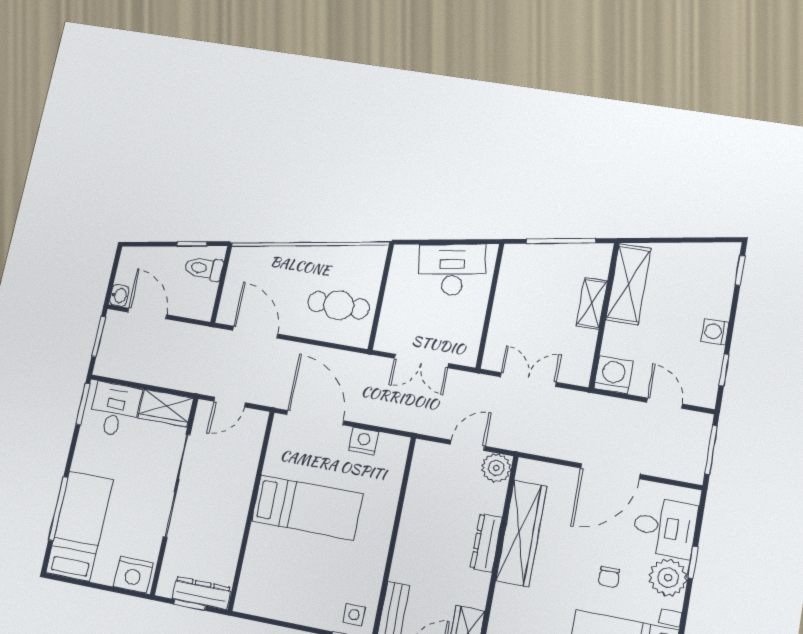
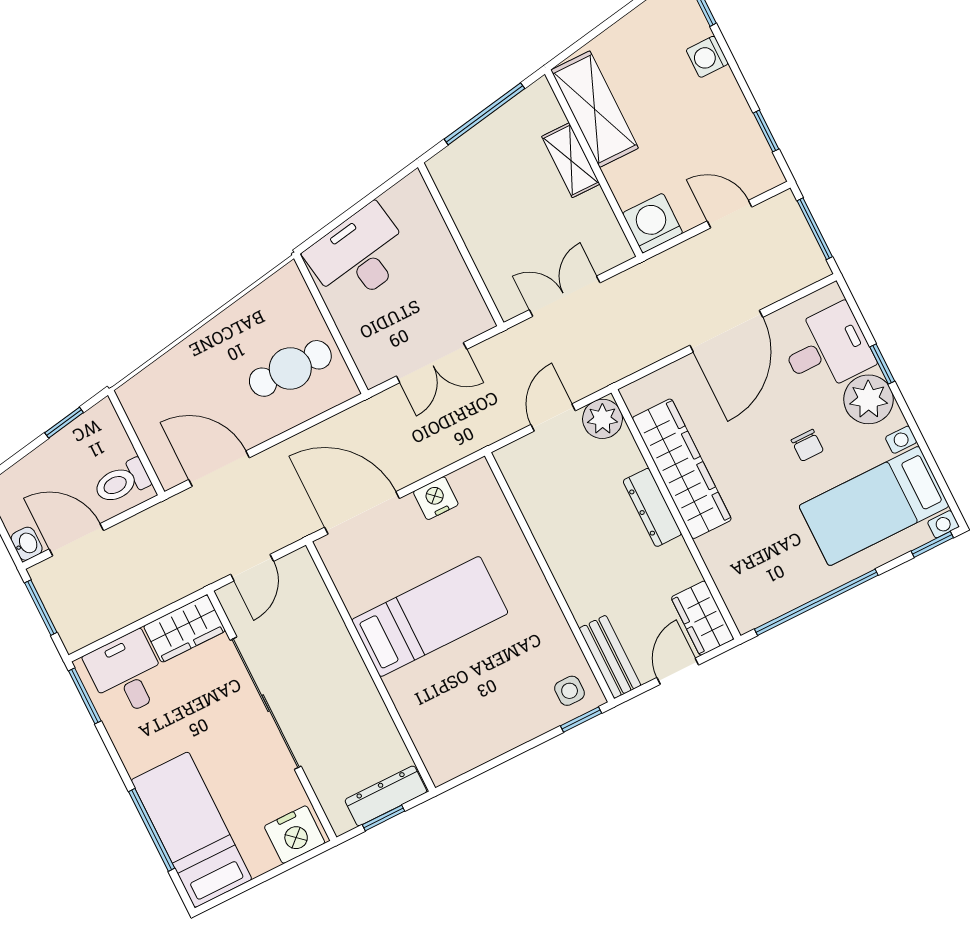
toilet: (204, 268) -> (122, 482), moved
desk: (452, 270) -> (359, 255), moved
washing machine: (715, 332) -> (707, 57), moved

